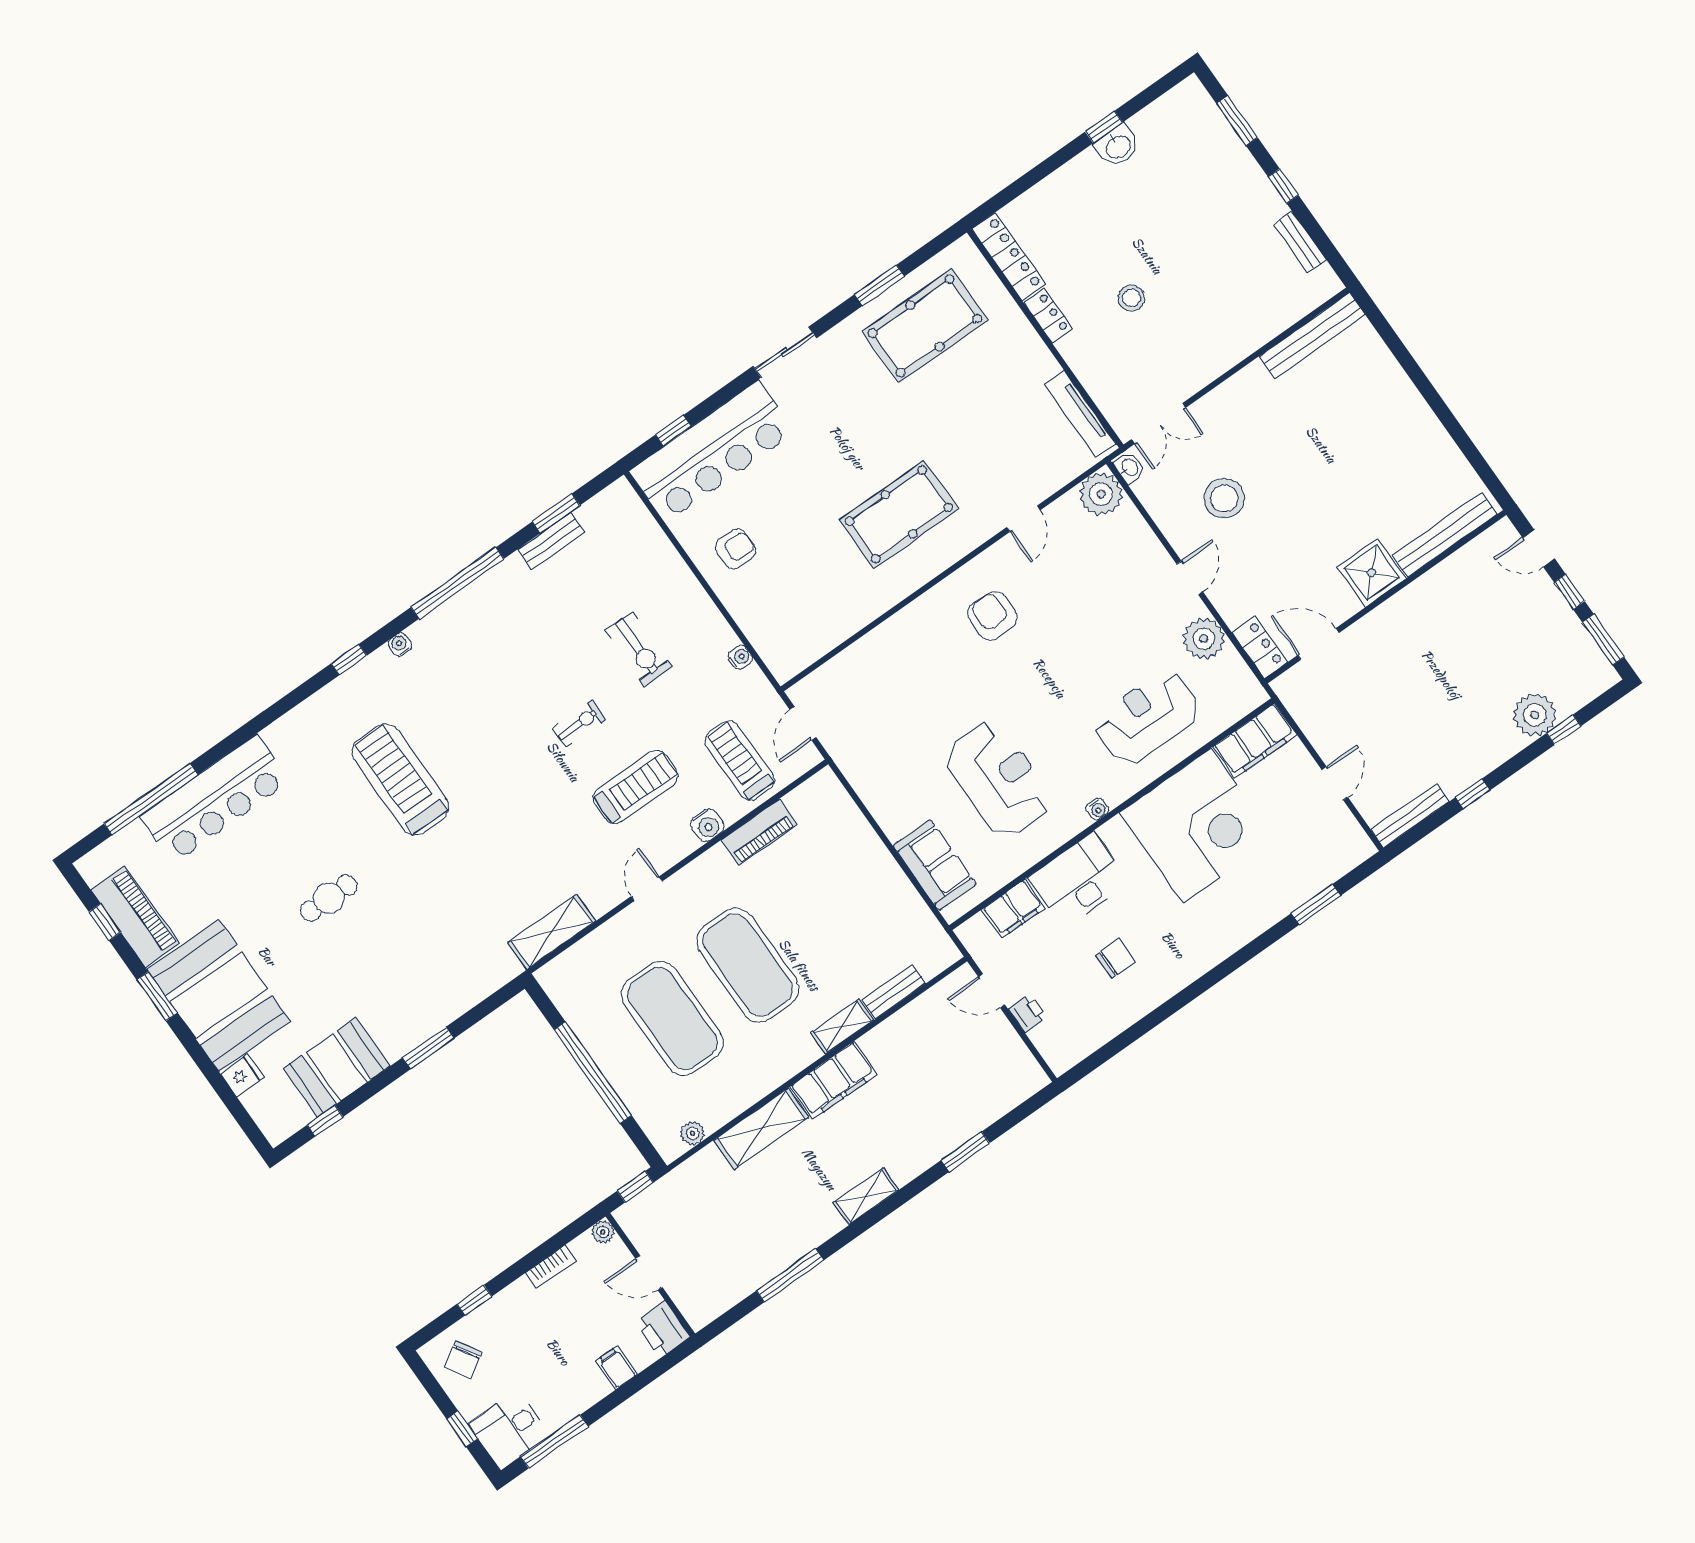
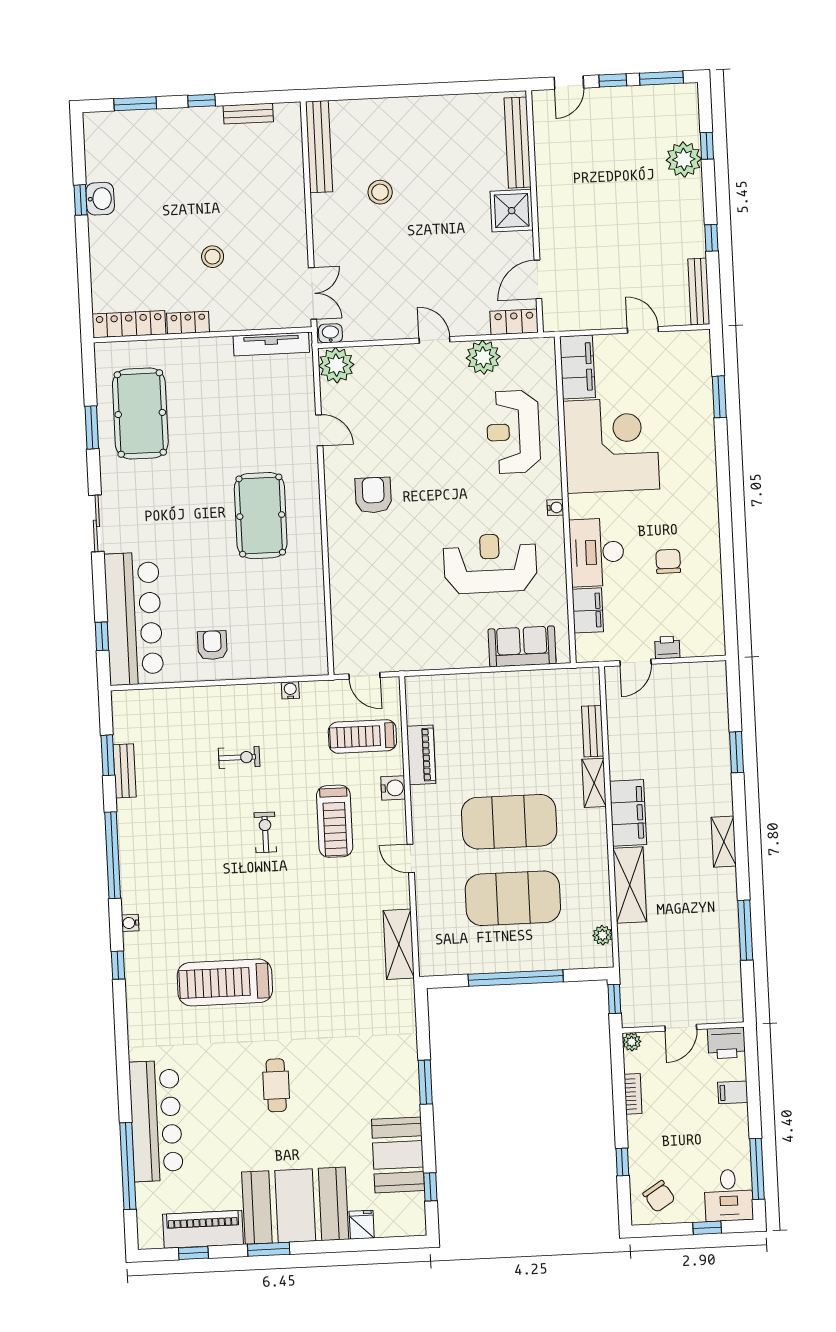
stool: (1224, 498) -> (380, 192), moved, width x0.73, depth x0.73
armchair: (992, 616) -> (373, 495), turned 90
exercise bike: (639, 649) -> (239, 757), width x0.73, depth x0.72
treadmill: (635, 787) -> (335, 821), turned 180

